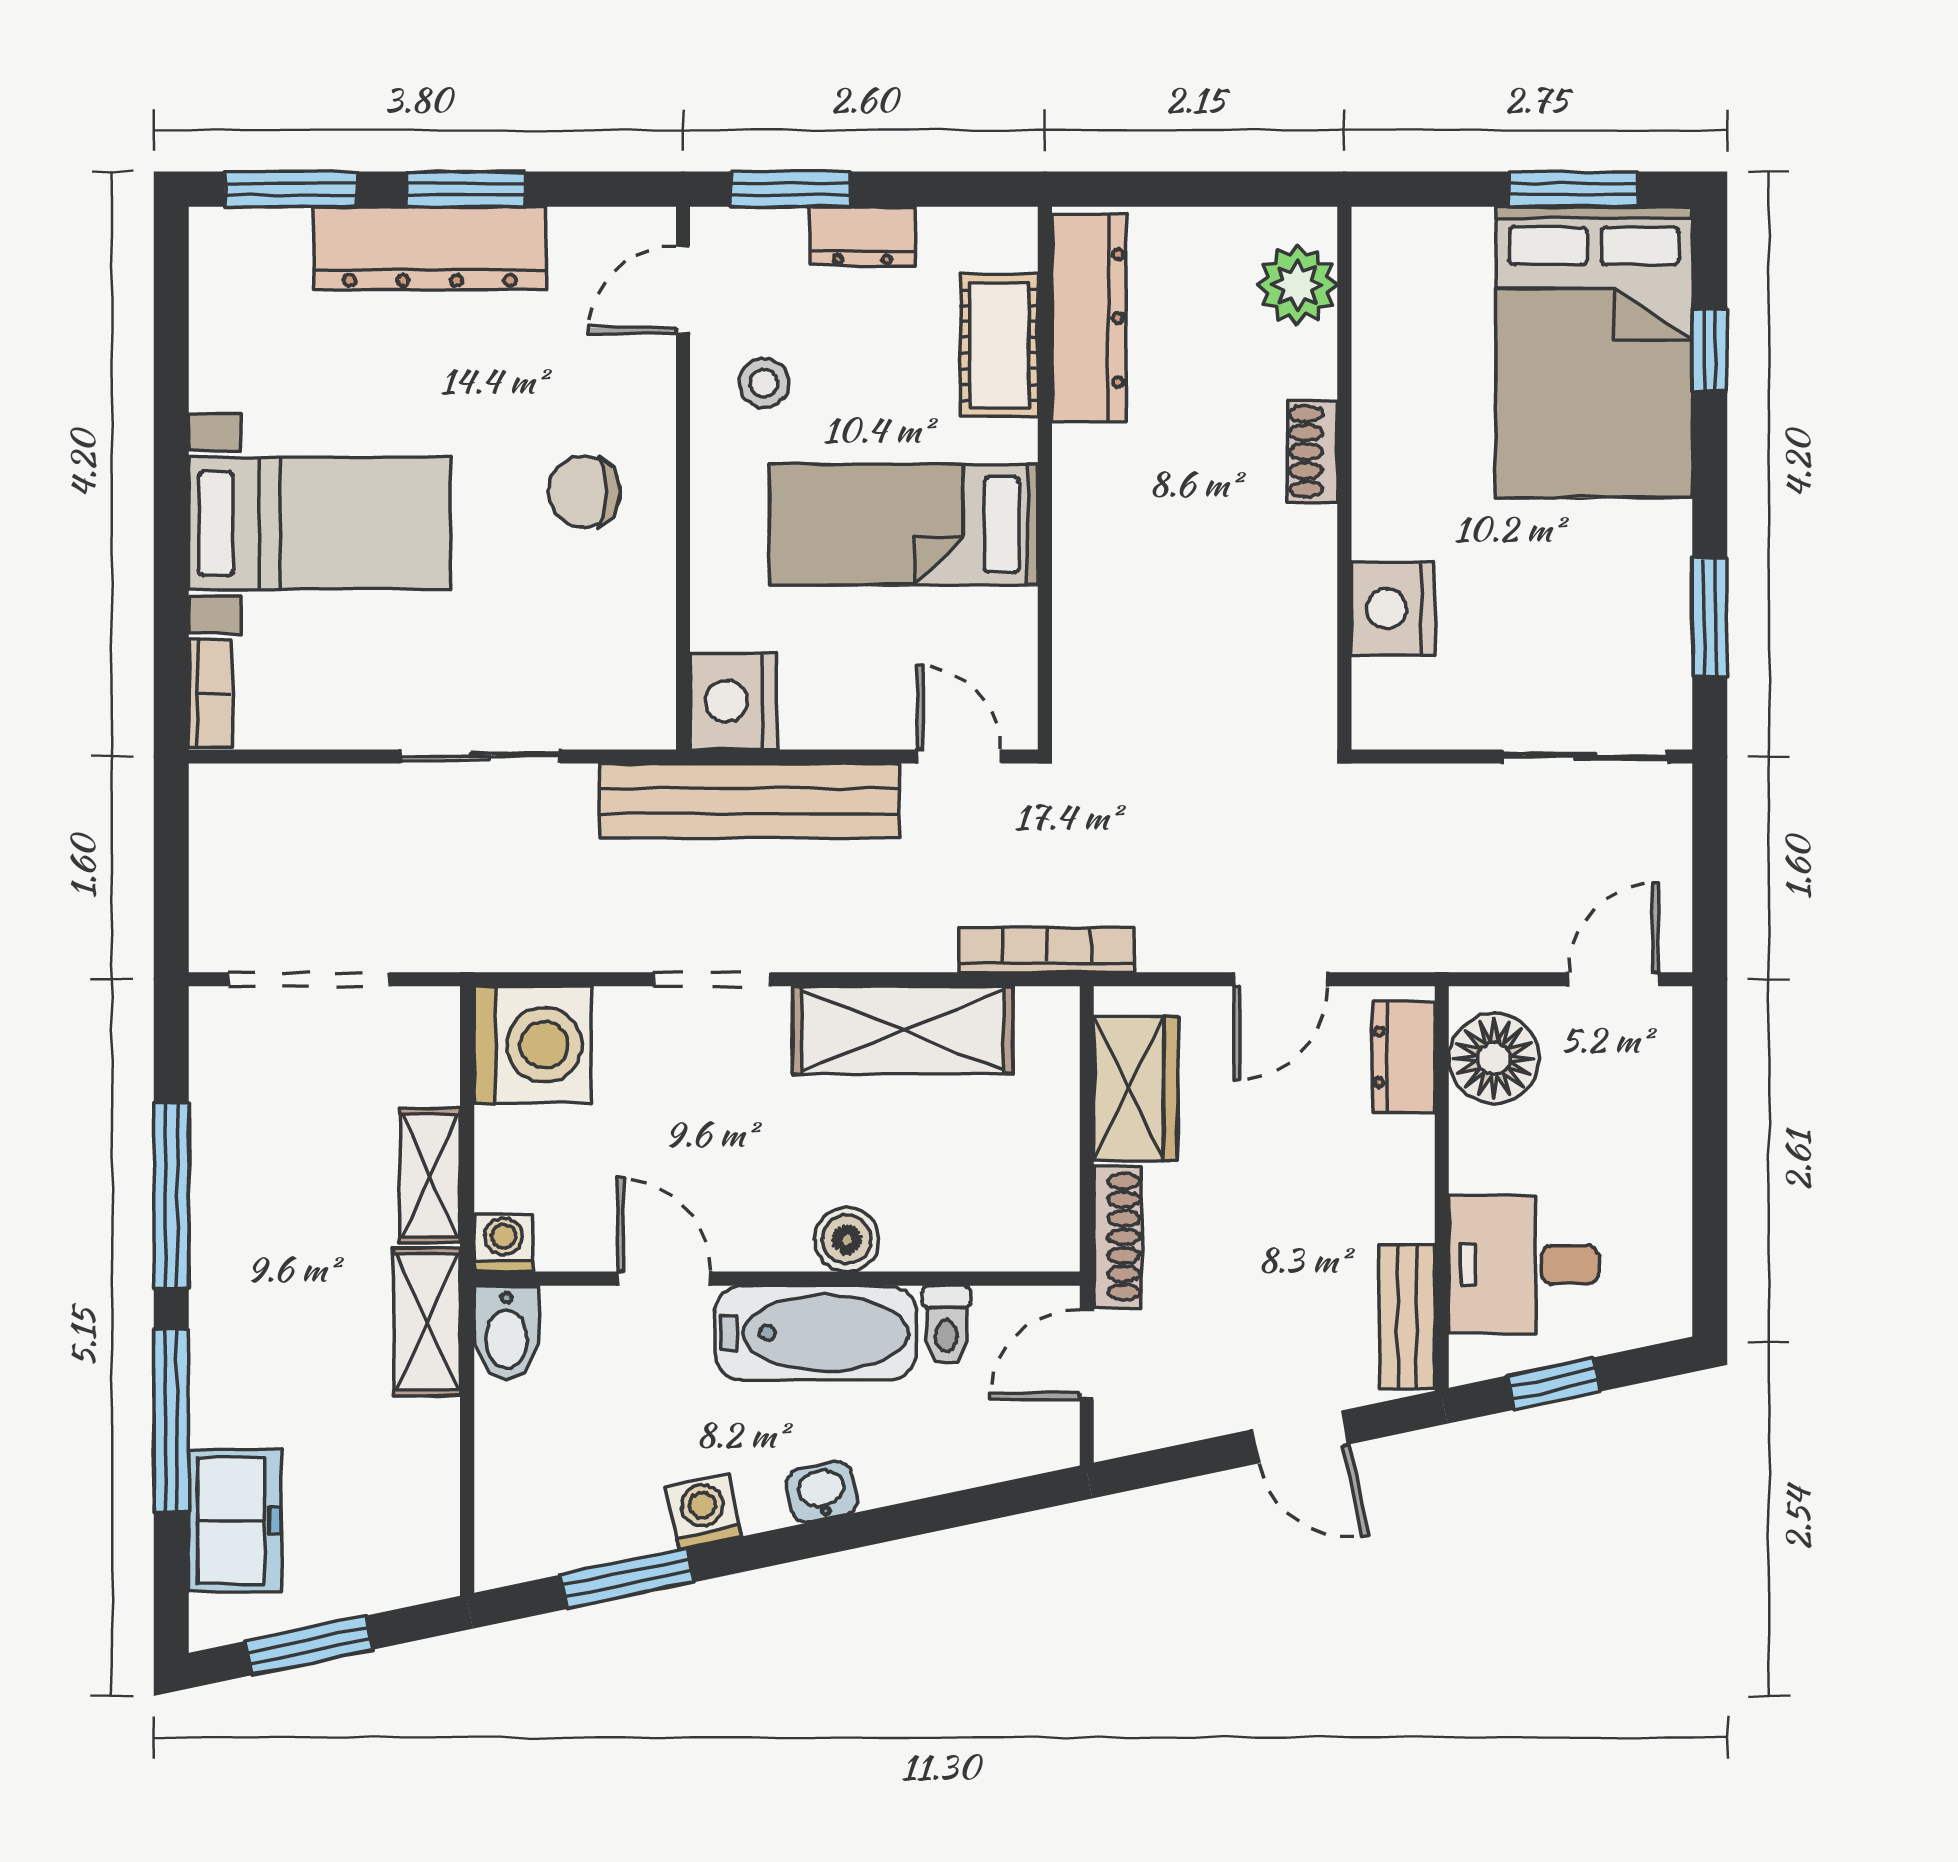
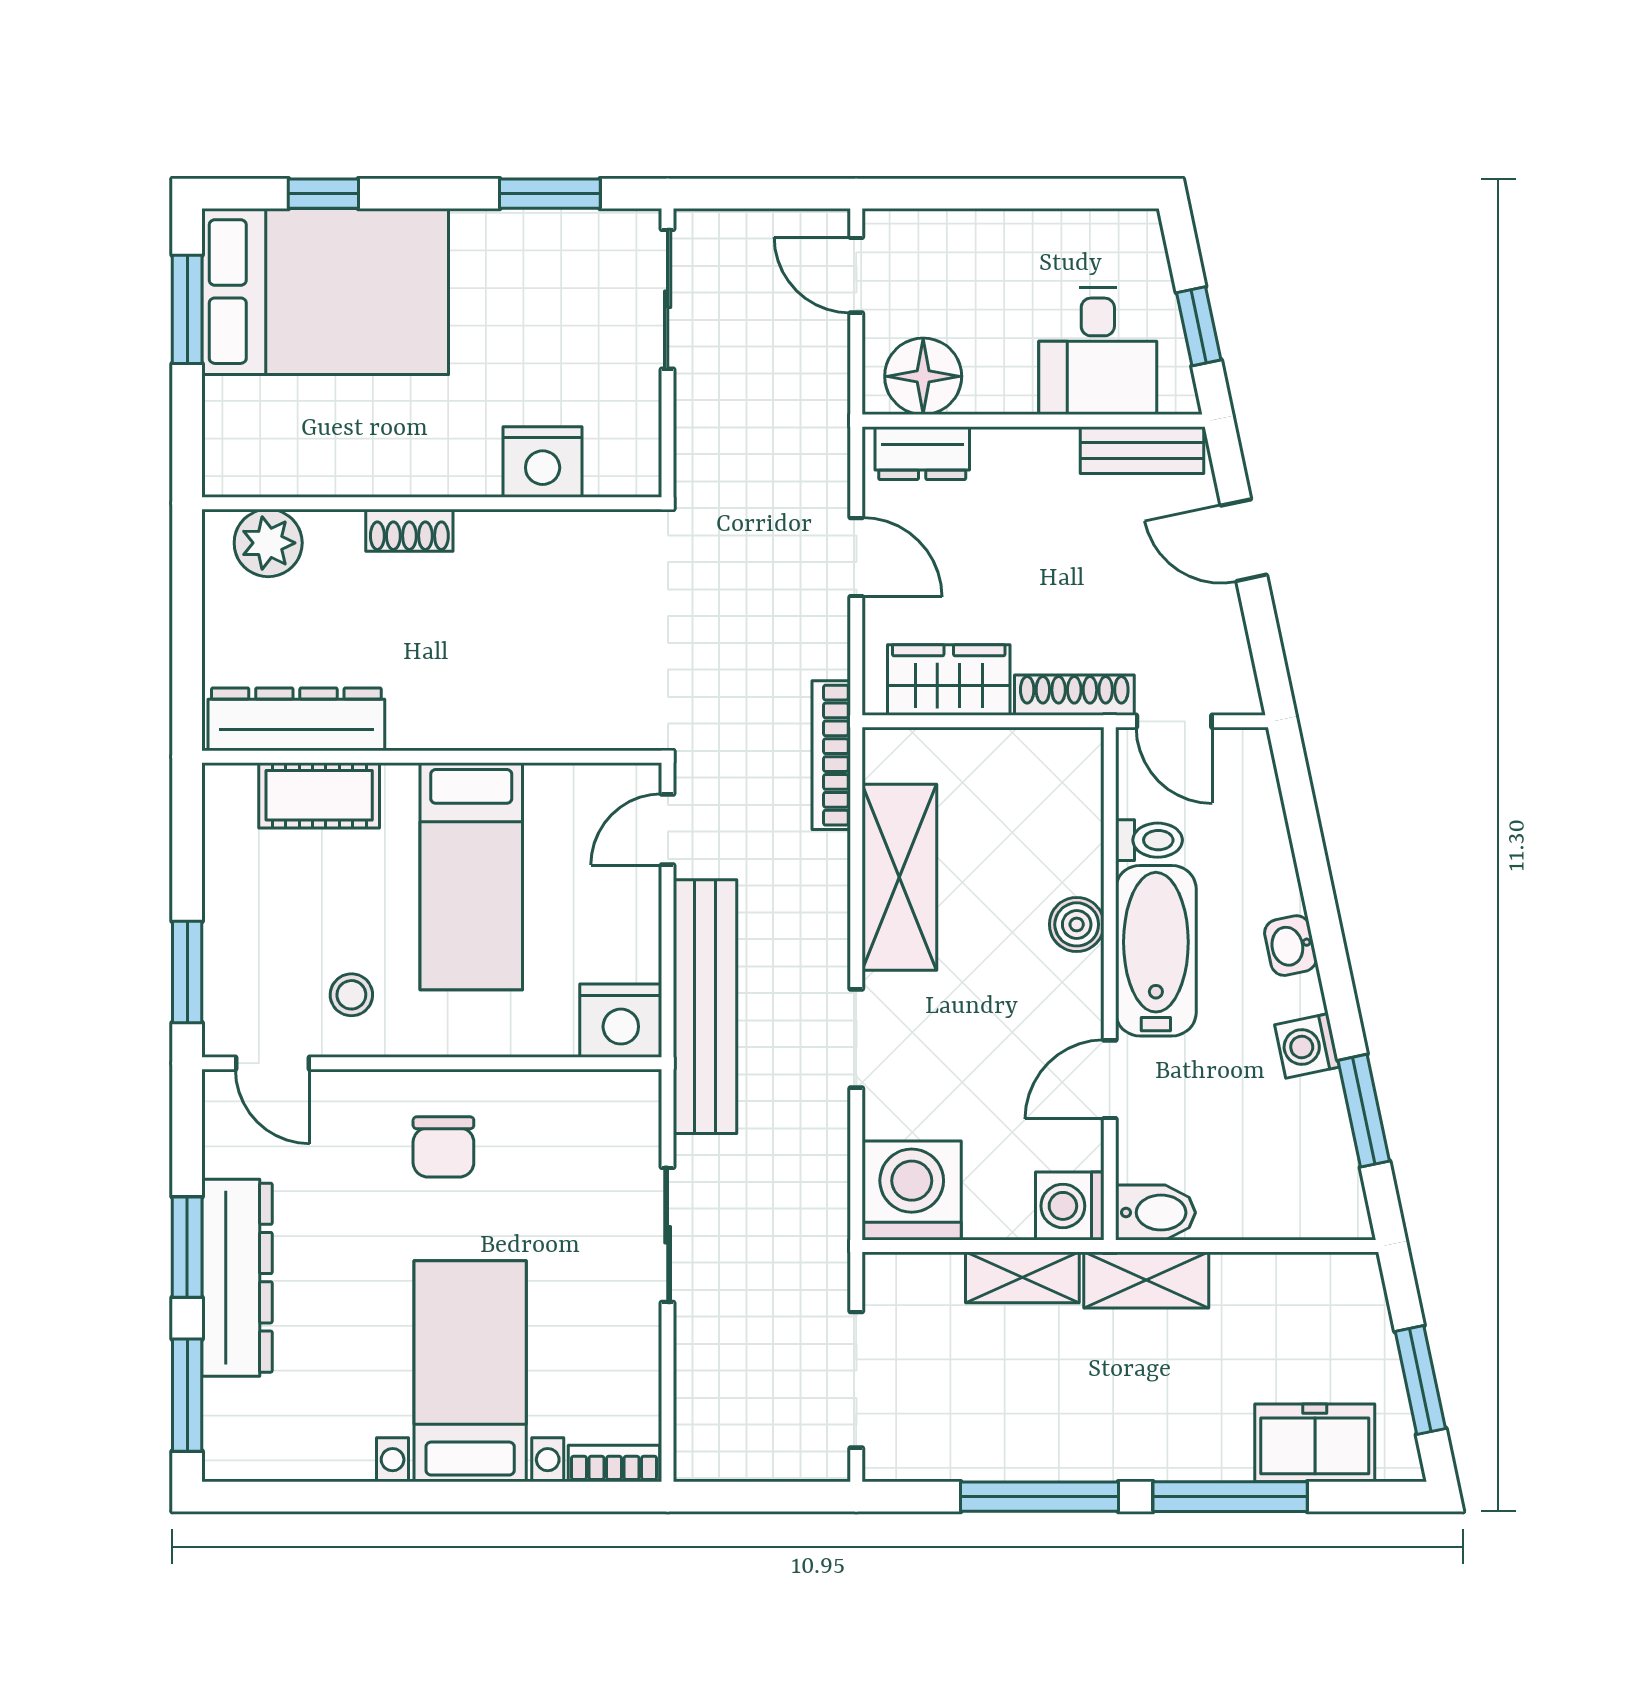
dresser: (863, 236) -> (227, 911), removed
washing machine: (503, 1242) -> (1070, 1206), width x1.38, depth x1.38
door: (1301, 1437) -> (1244, 540), swing flipped

